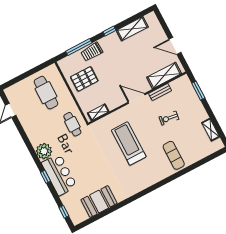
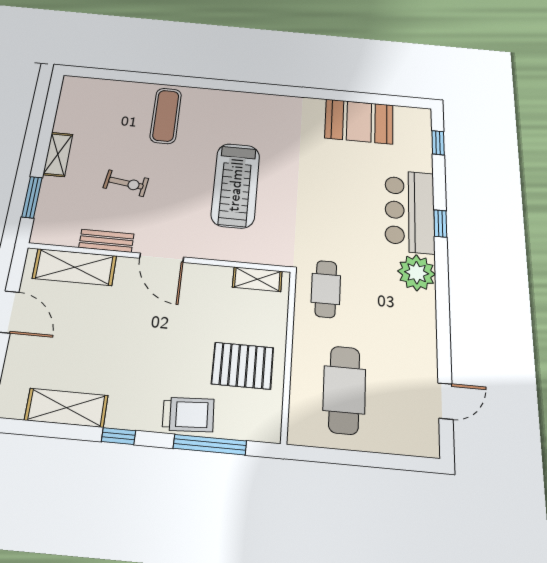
shelving: (211, 130) -> (58, 154), moved

